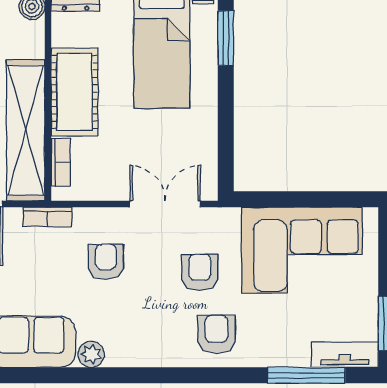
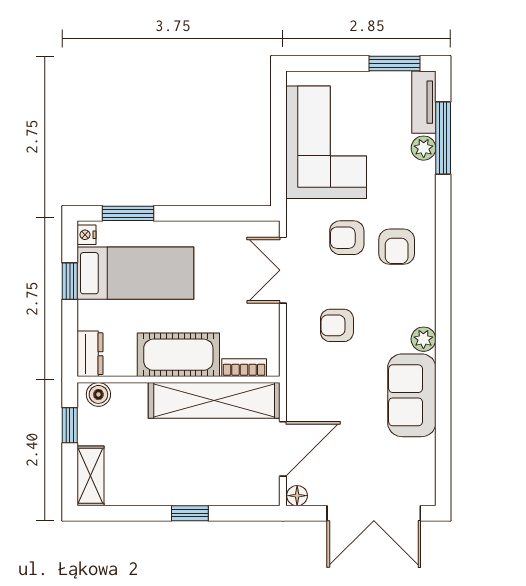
bookcase: (47, 217) -> (295, 380), removed
armchair: (216, 334) -> (397, 247), moved, turned -90
plant: (296, 354) -> (424, 148), added

